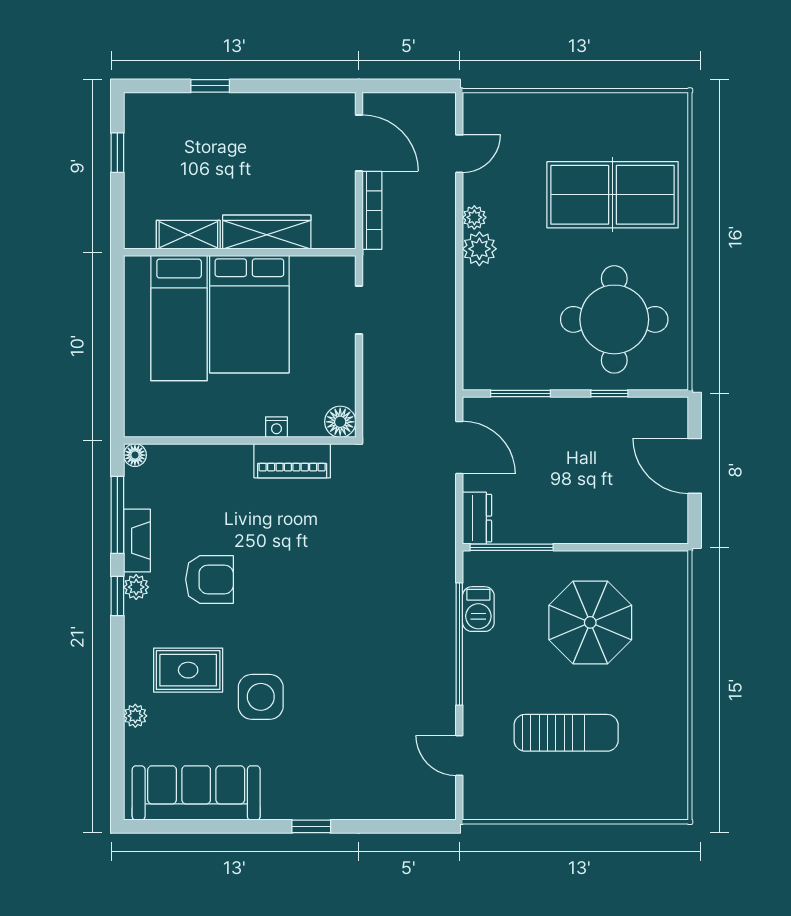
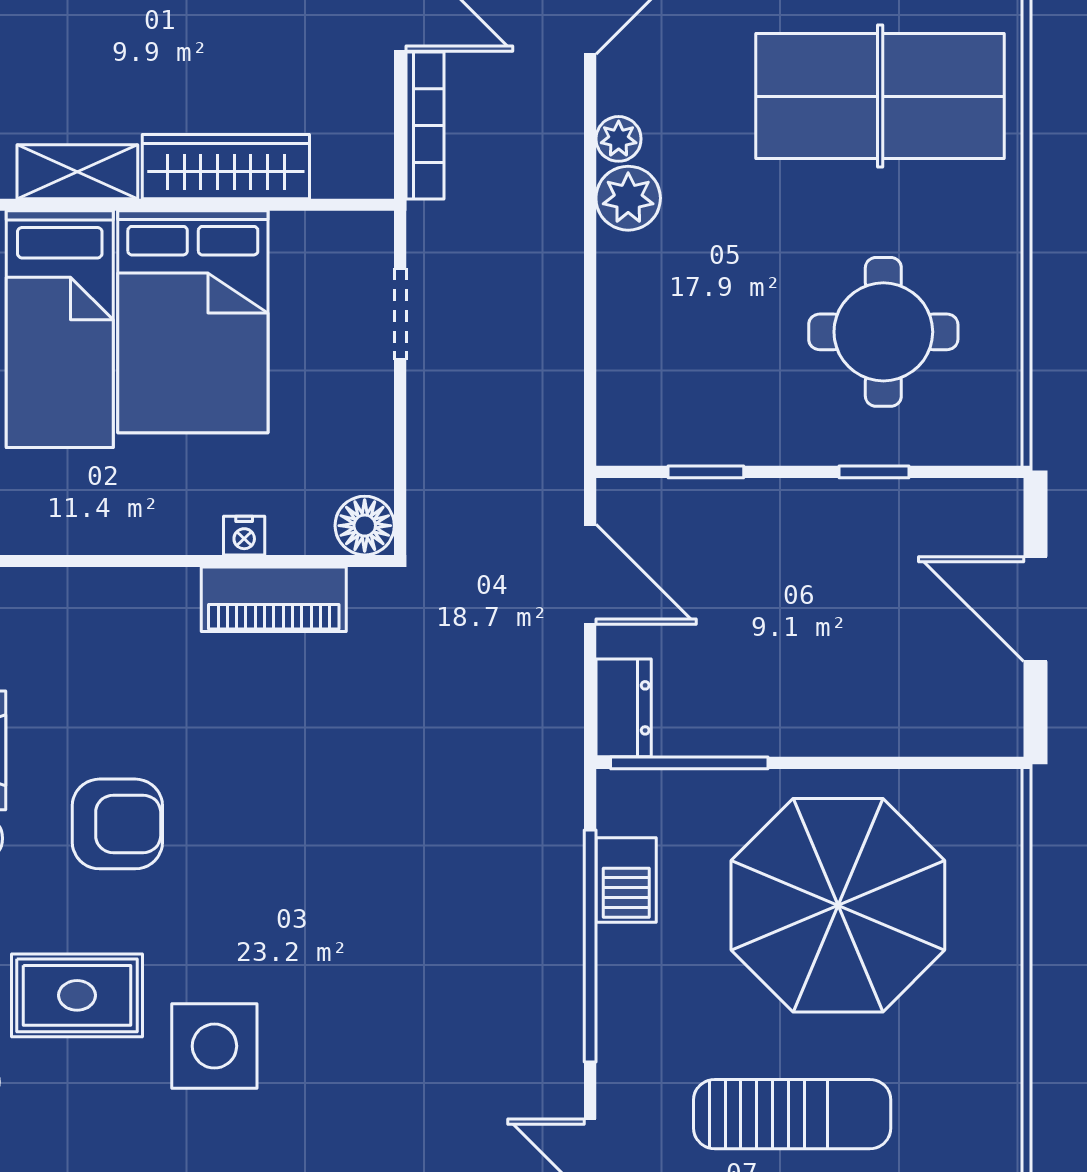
round table: (614, 319) -> (883, 332), width x0.73, depth x0.73
window: (521, 393) -> (706, 472), width x0.67
parasol: (590, 622) -> (838, 905), width x1.36, depth x1.36

